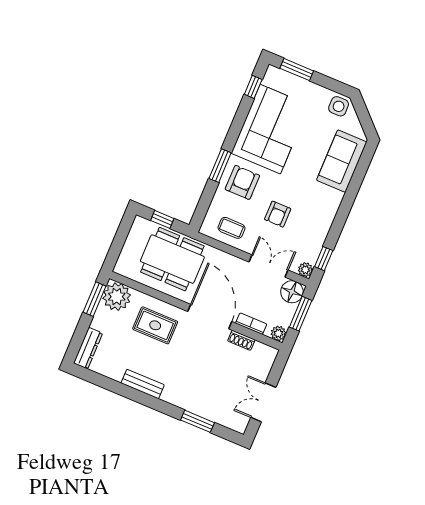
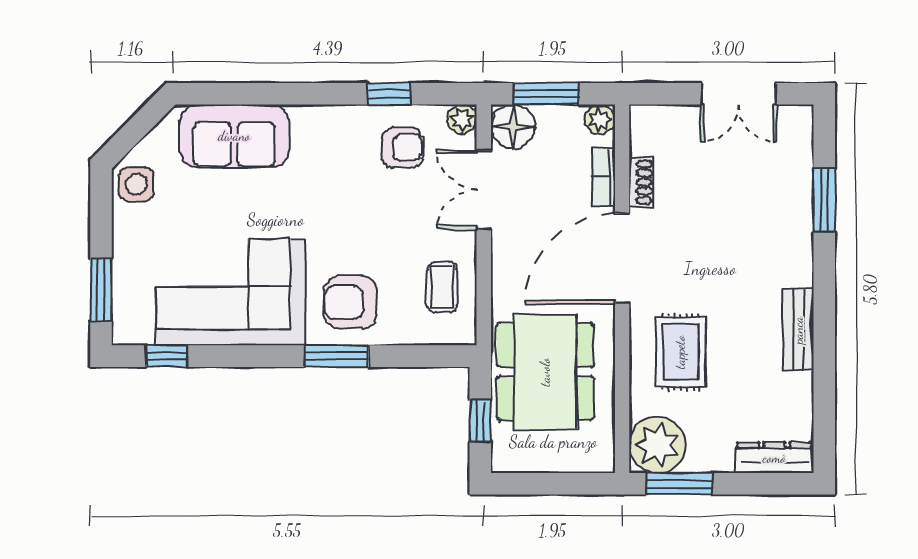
armchair: (278, 214) -> (402, 148), moved
window: (324, 259) -> (389, 94), moved

